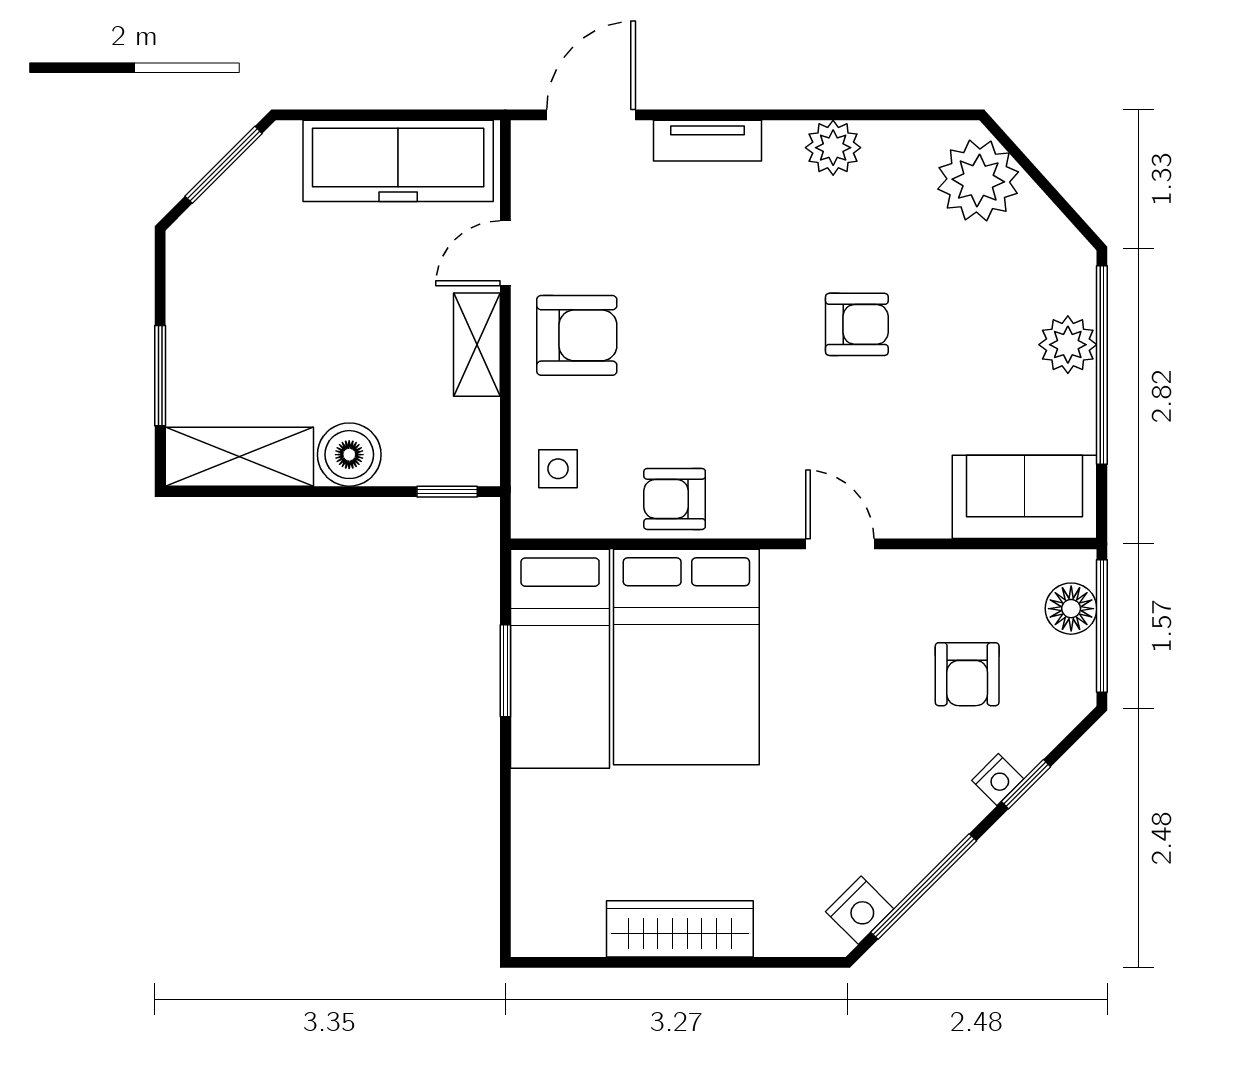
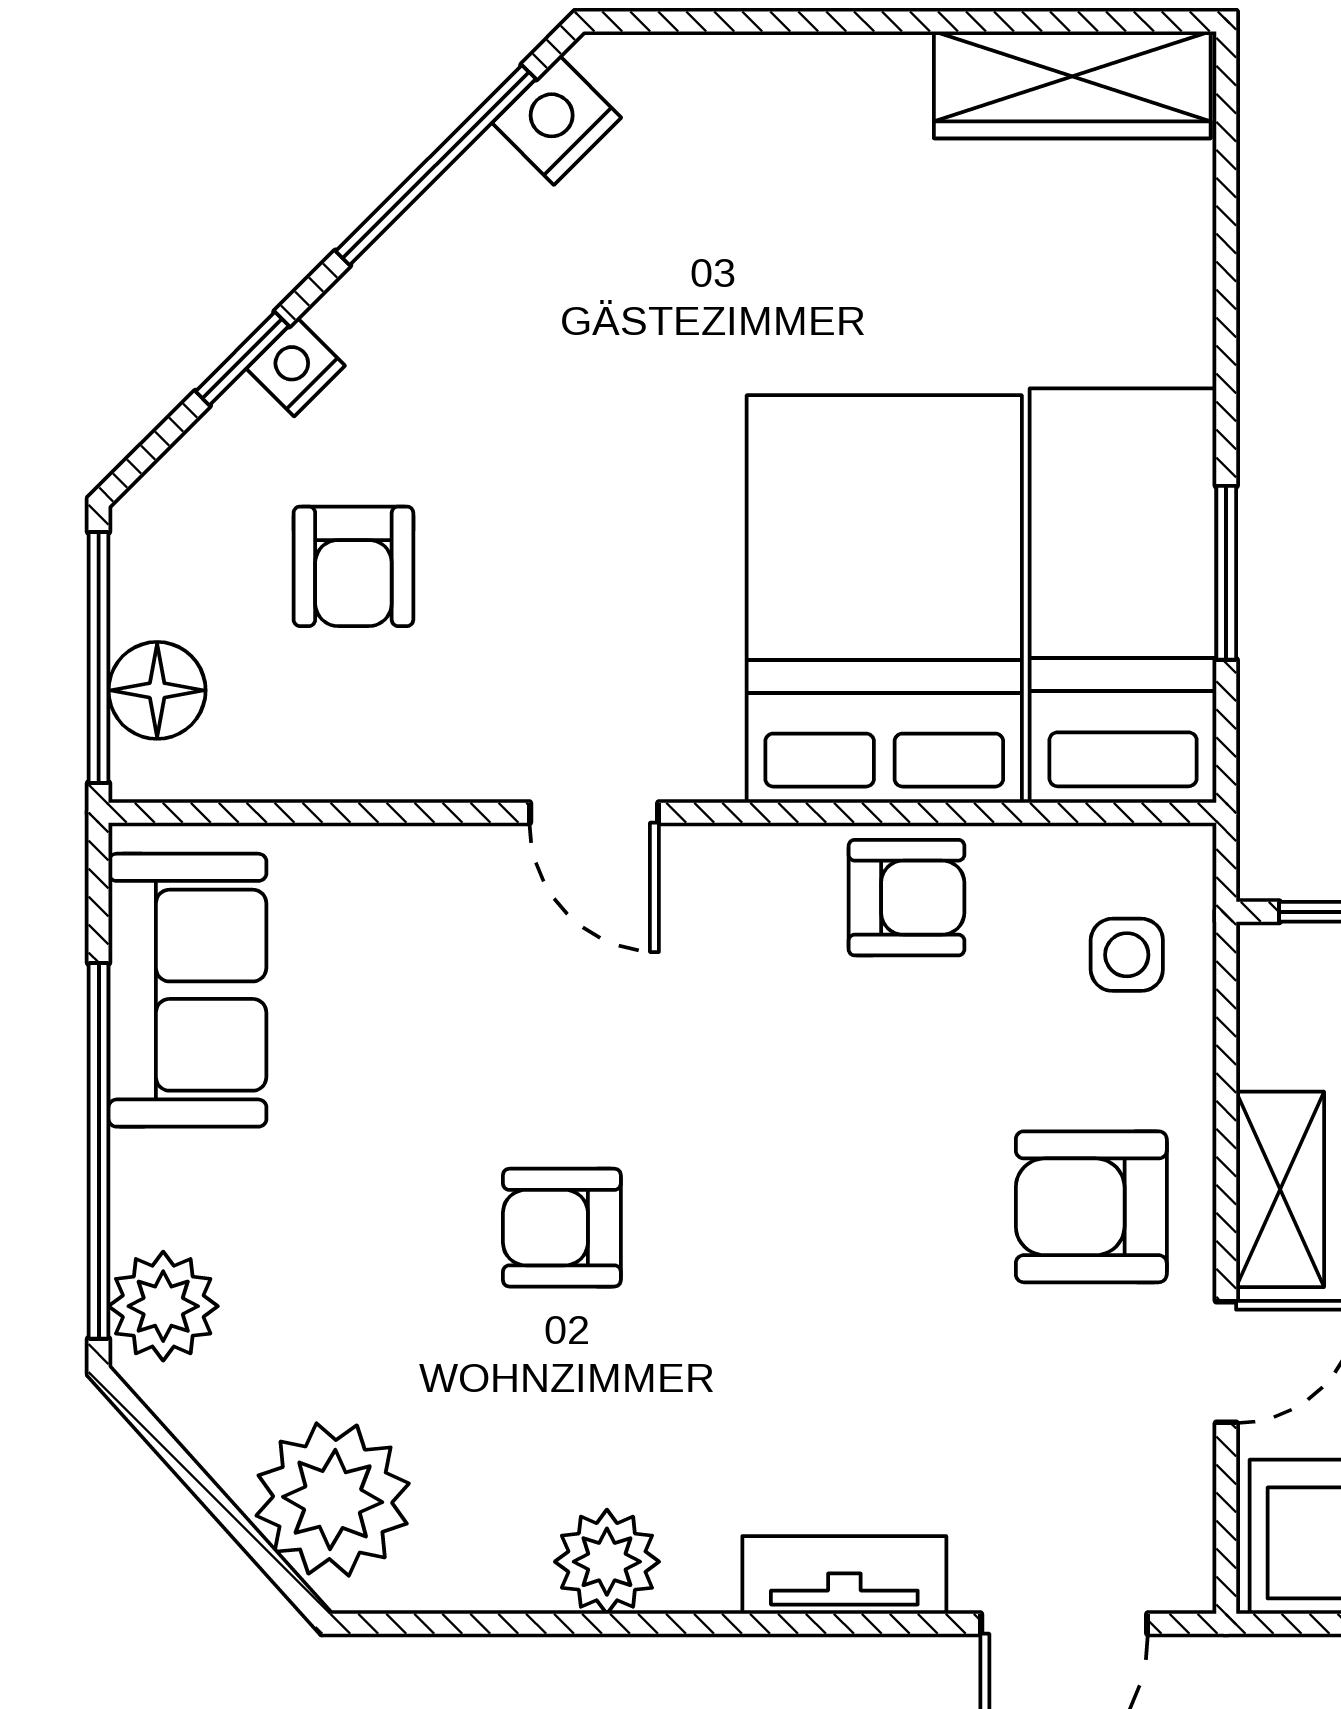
plant: (1068, 345) -> (163, 1306), moved
sofa: (1025, 497) -> (187, 990), moved, turned -90
armchair: (967, 674) -> (353, 566), turned 180
wardrobe: (680, 929) -> (1072, 85), moved

